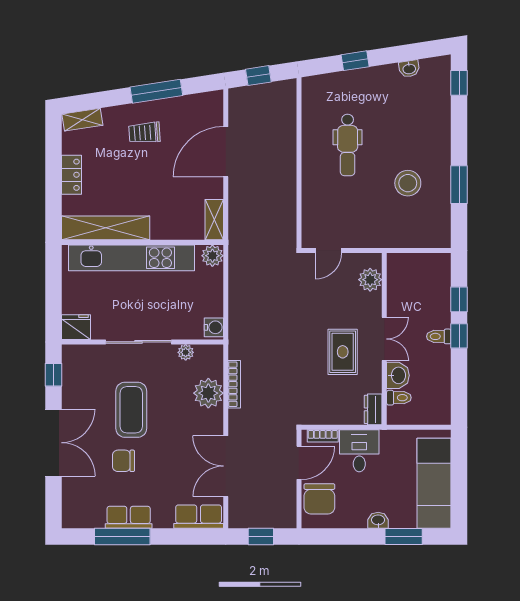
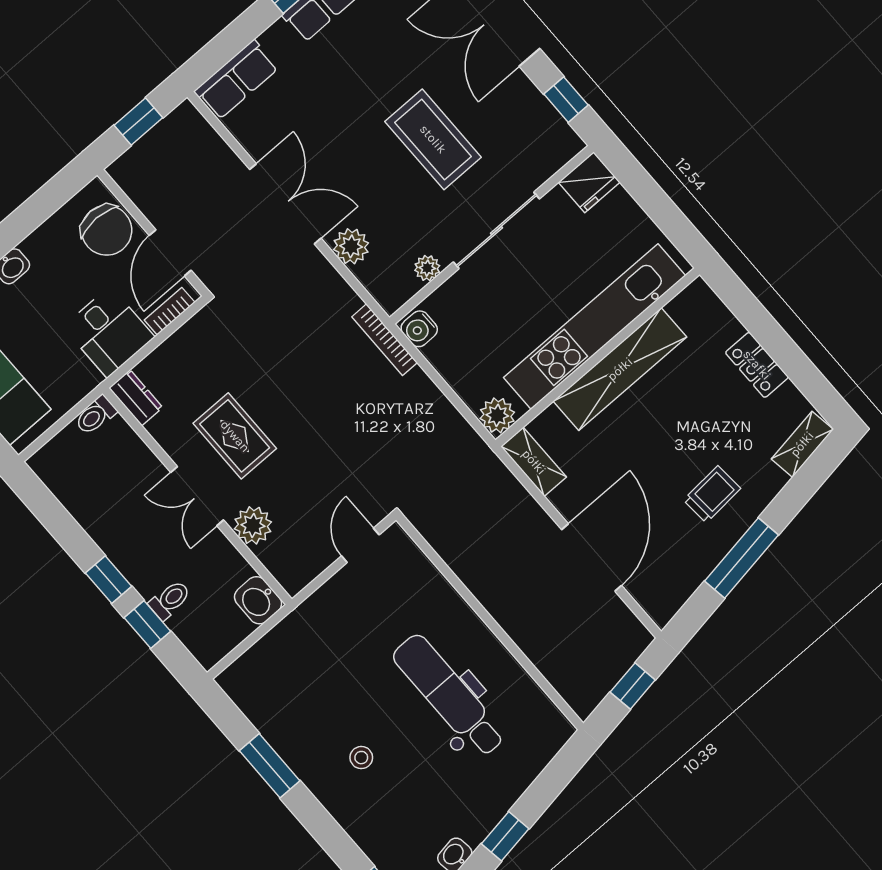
window: (355, 61) -> (505, 836), moved
dental chair: (348, 145) -> (449, 696), width x1.36, depth x1.38
stool: (408, 183) -> (361, 758), moved, width x0.53, depth x0.53
shelving: (106, 228) -> (620, 369), moved
plant: (370, 280) -> (253, 525), moved
toilet: (439, 336) -> (170, 600), moved
washbasin: (398, 375) -> (258, 600), moved
bookcase: (234, 384) -> (384, 340), moved
plant: (208, 393) -> (351, 246), width x0.73, depth x0.73
toilet: (399, 398) -> (96, 415), moved
chair: (123, 461) -> (388, 68), removed
double door: (226, 466) -> (285, 204), moved
chair: (319, 499) -> (107, 230), turned 180

